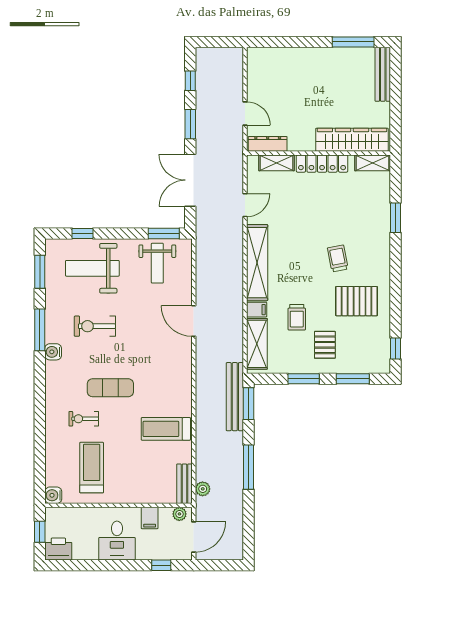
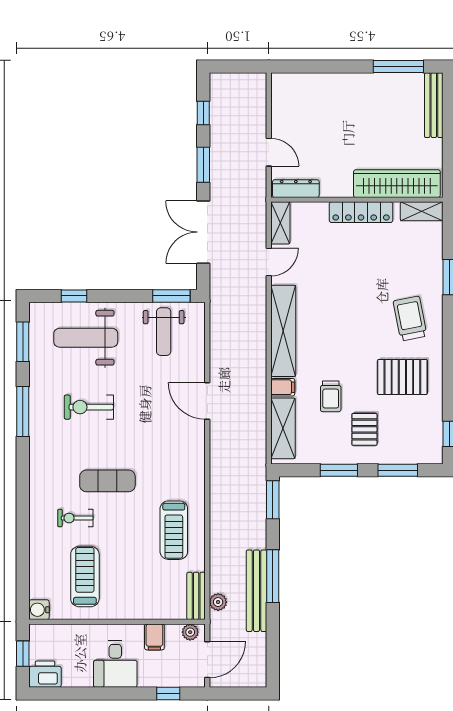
shelving: (277, 163) -> (280, 223), moved, turned 90
trolley: (338, 258) -> (410, 318), moved, width x1.36, depth x1.39
water cooler: (53, 352) -> (39, 438), removed
bench: (235, 397) -> (257, 591), moved
treadmill: (166, 429) -> (174, 530), turned -90

